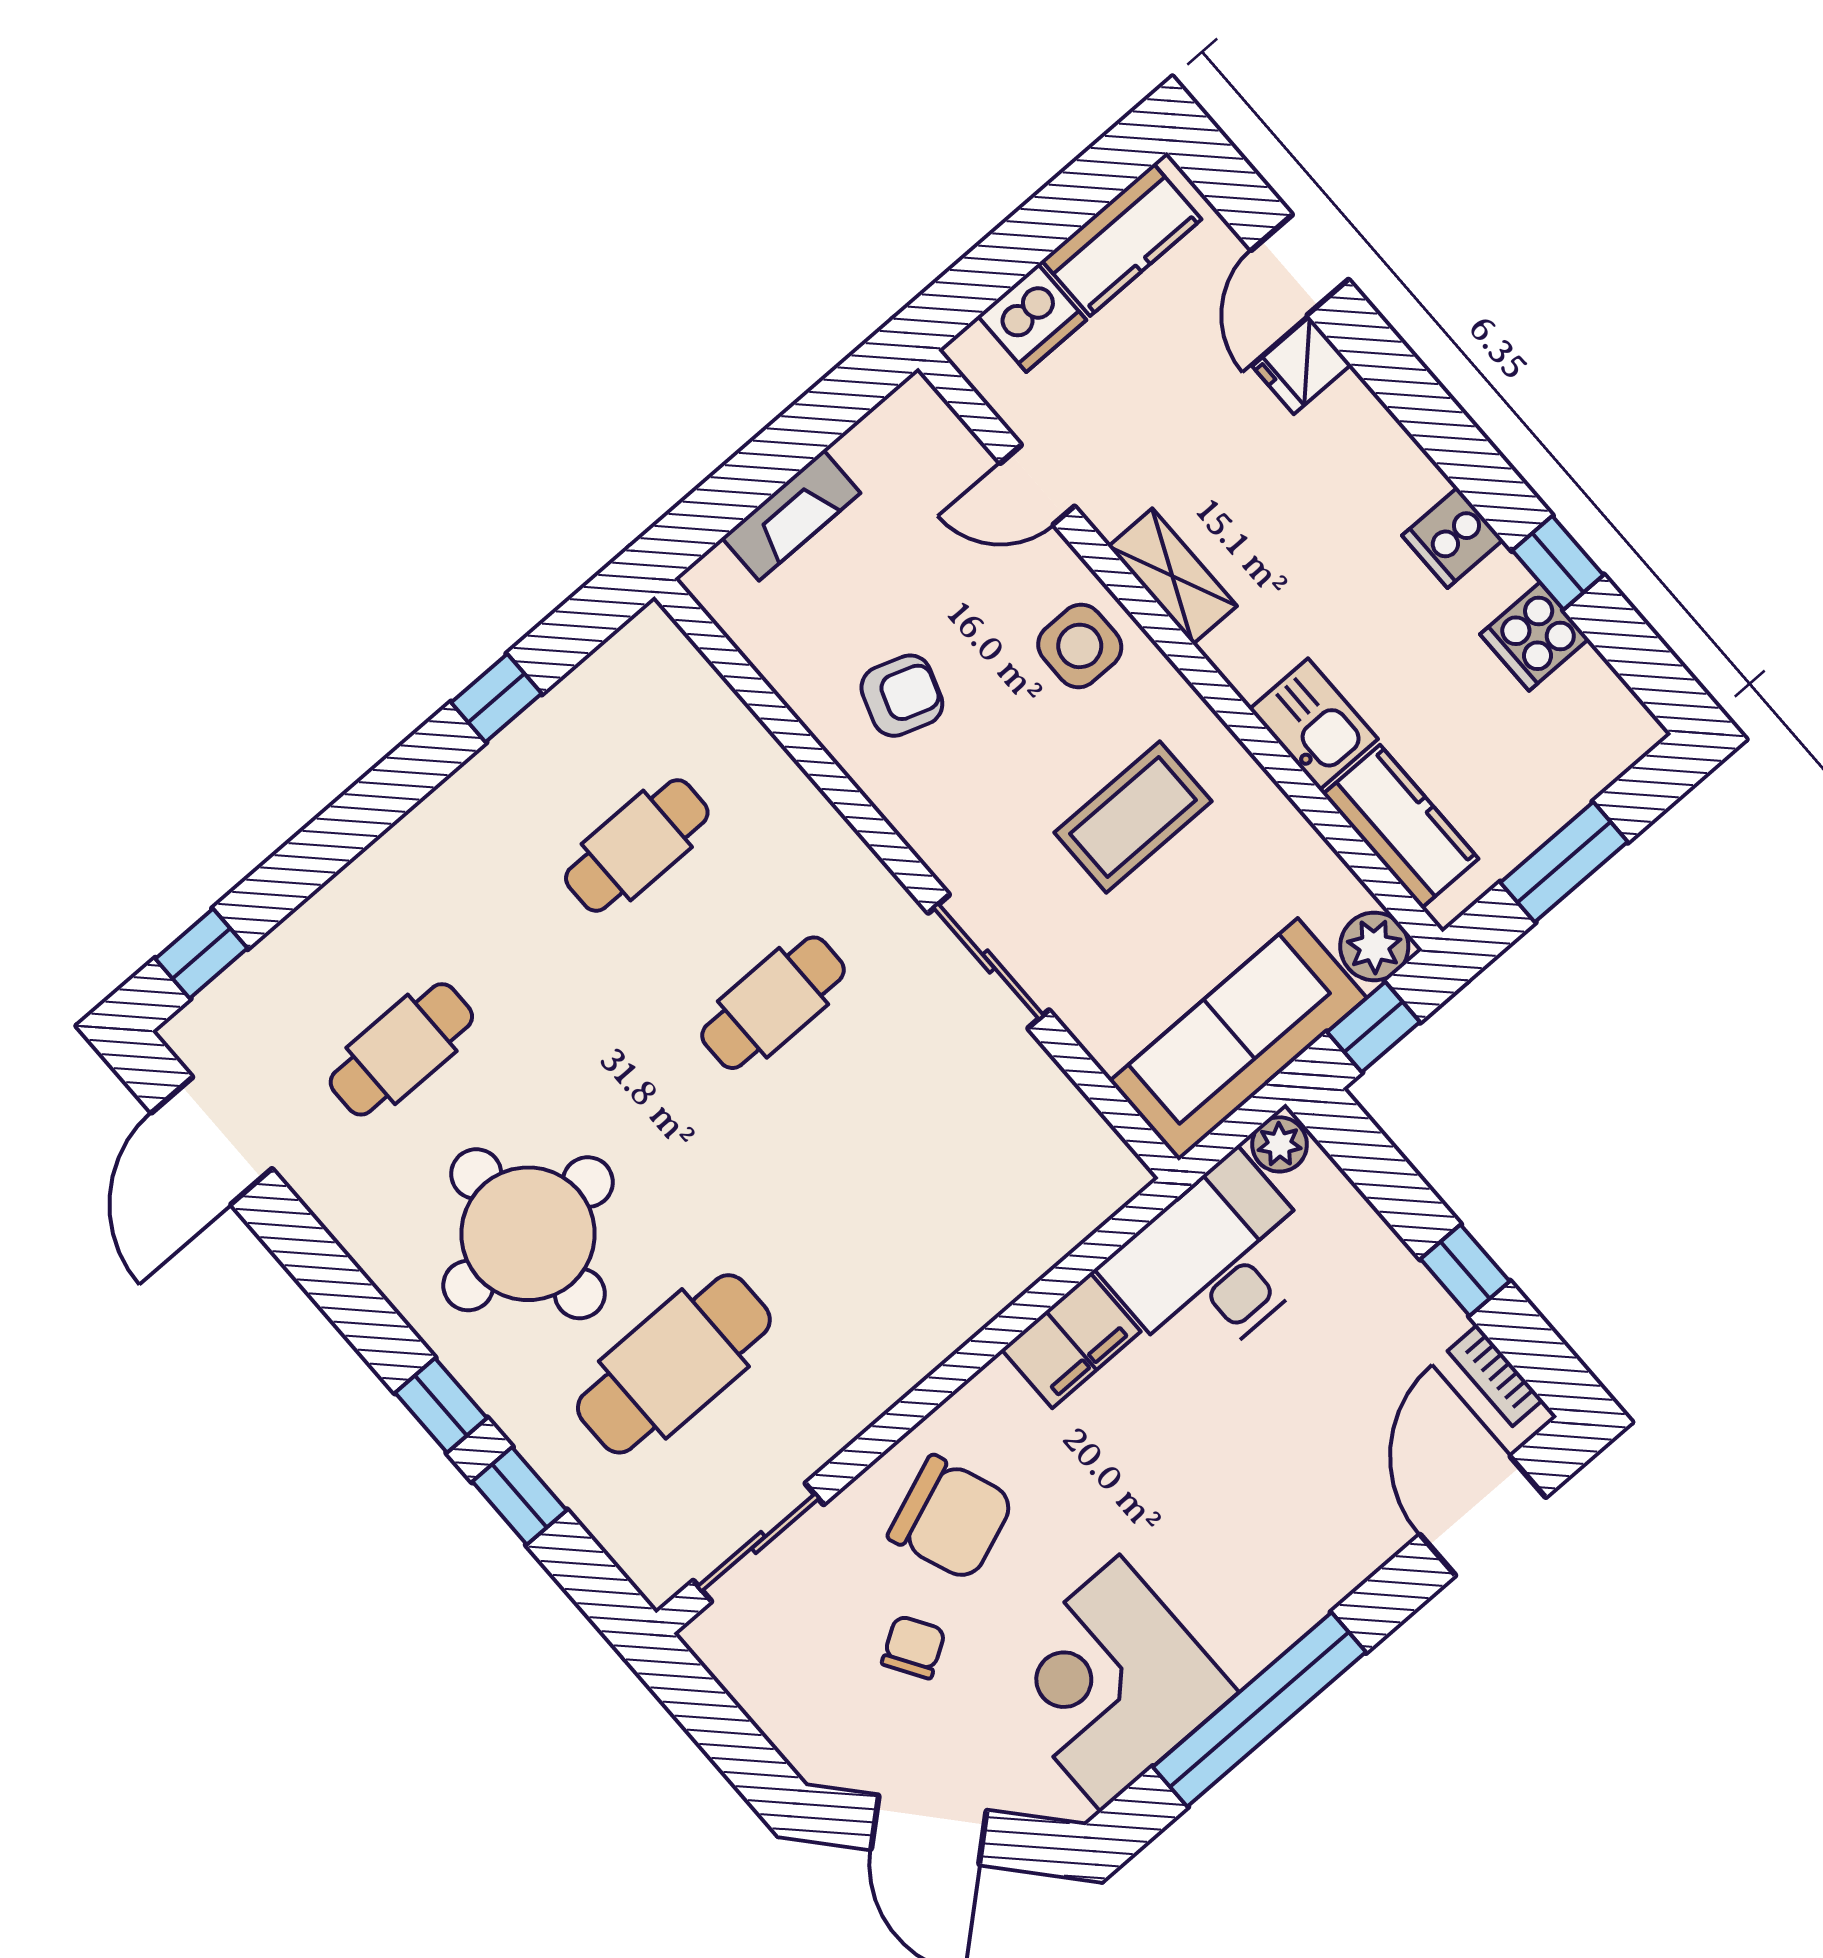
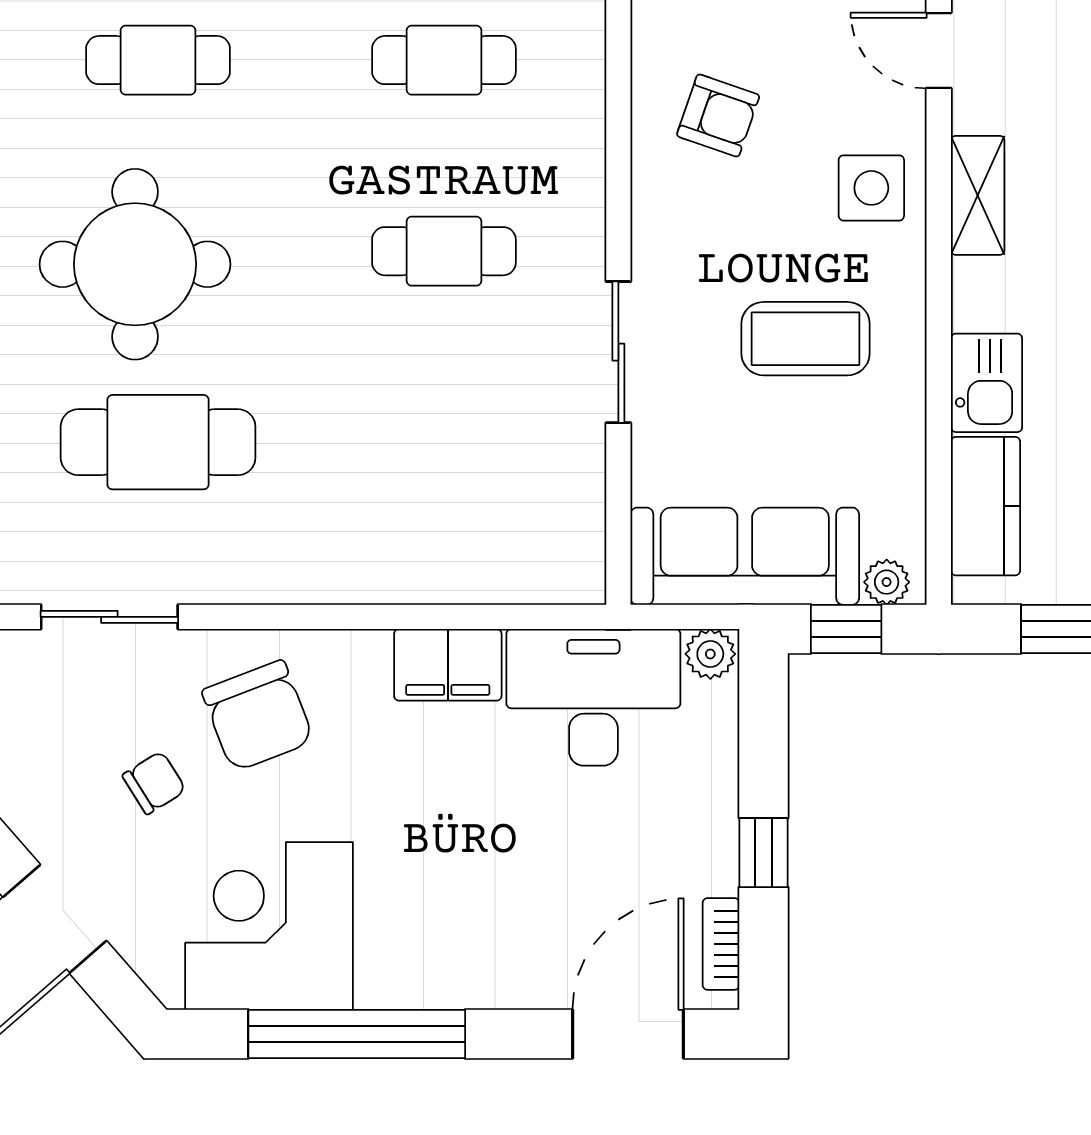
plant: (1374, 946) -> (887, 582), width x0.73, depth x0.73

